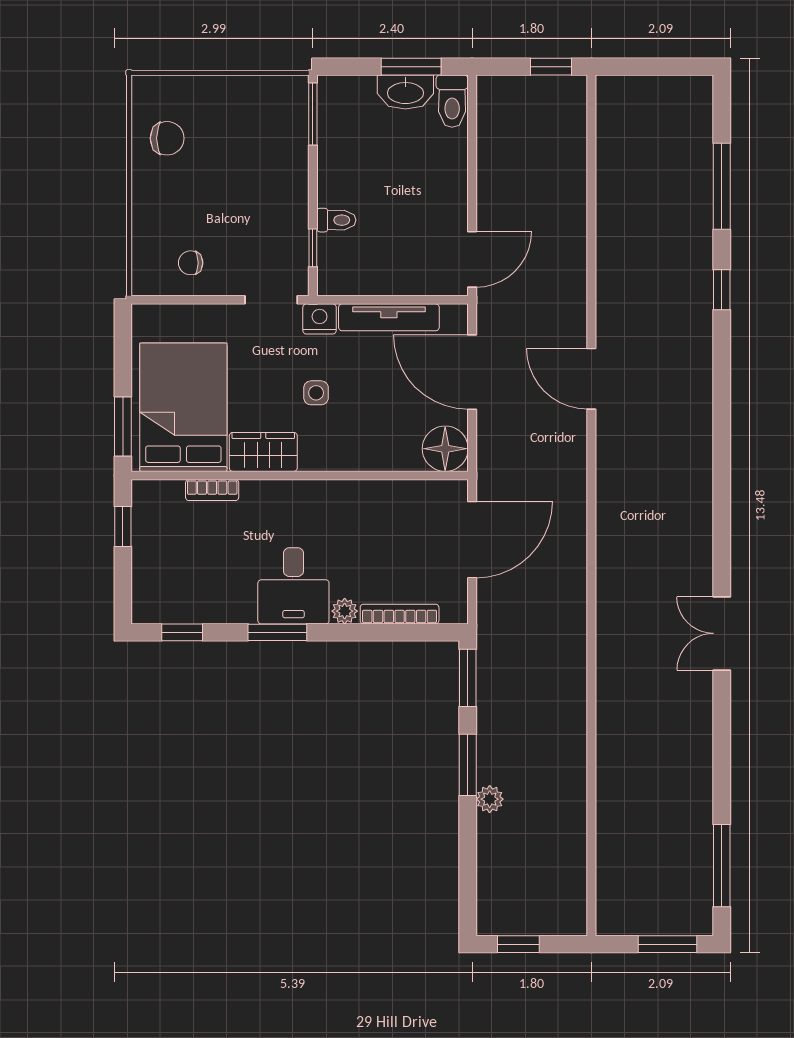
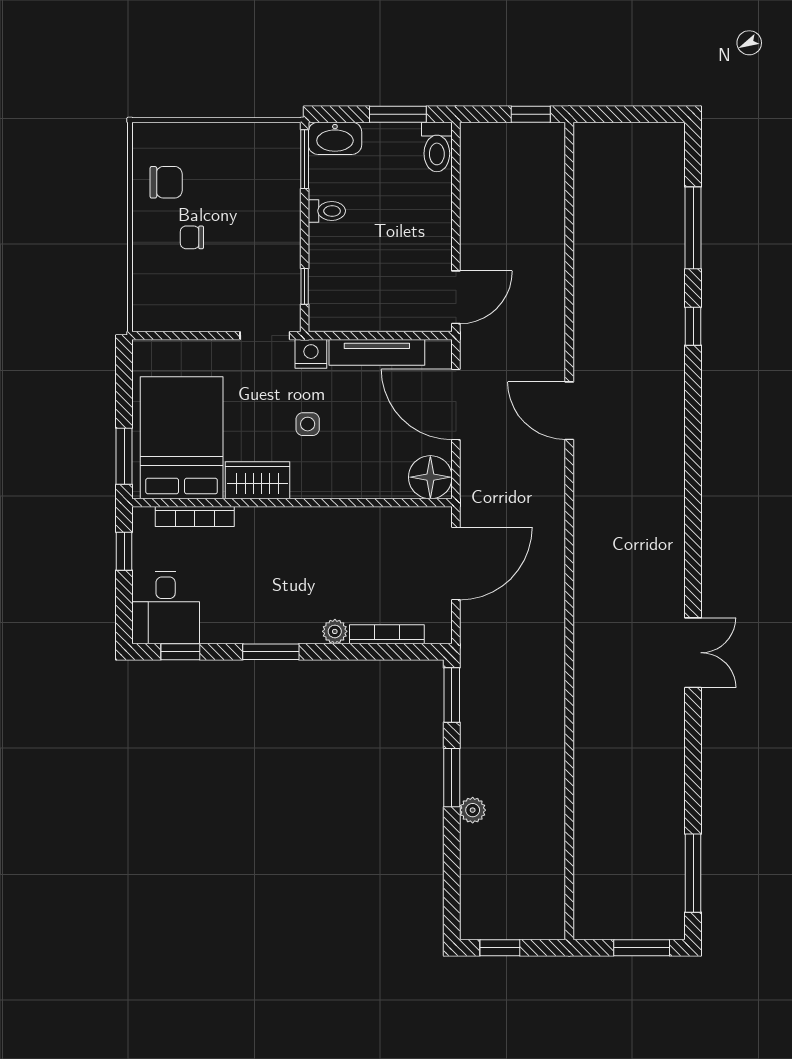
washbasin: (405, 92) -> (335, 138), moved
toilet: (336, 220) -> (327, 211), moved
chair: (191, 263) -> (192, 237), moved
bookcase: (212, 490) -> (195, 517), width x1.56
desk: (293, 586) -> (166, 607), moved
double door: (722, 633) -> (693, 653), swing flipped

